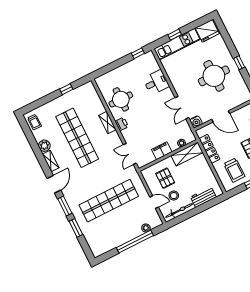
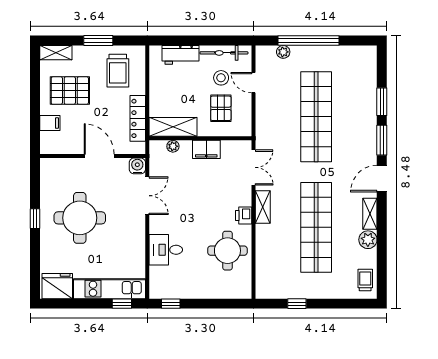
window: (175, 35) -> (122, 304), moved
shelving: (107, 123) -> (263, 207), moved
trolley: (234, 170) -> (118, 71), turned 180
shop shelf: (109, 201) -> (316, 117), turned 90

